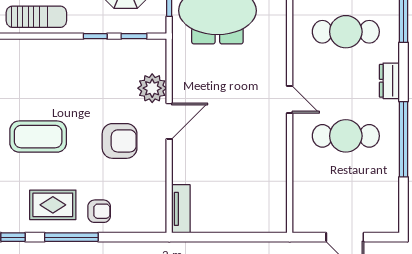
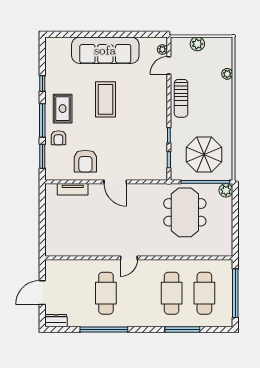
dresser: (389, 81) -> (56, 321), moved
plant: (152, 88) -> (136, 171), removed
armchair: (120, 141) -> (85, 161), moved
tv unit: (181, 209) -> (73, 189), moved
window: (128, 237) -> (42, 156), added

